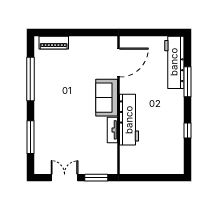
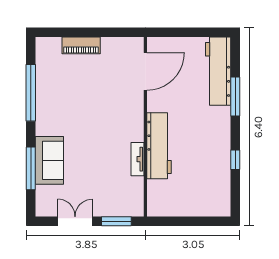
piano: (54, 43) -> (81, 45), moved
sofa: (107, 98) -> (49, 160), moved, turned 180

